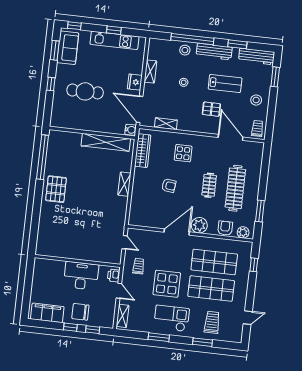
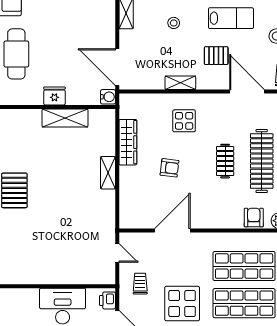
fridge: (135, 82) -> (54, 96), moved, turned 90
cafe table: (85, 91) -> (16, 54), moved, turned 90
shelving: (166, 124) -> (180, 83), moved
shelving: (106, 142) -> (65, 118), width x0.68
wardrobe: (143, 151) -> (128, 142), moved
plant: (199, 225) -> (218, 218), removed
door: (177, 232) -> (172, 231), moved

